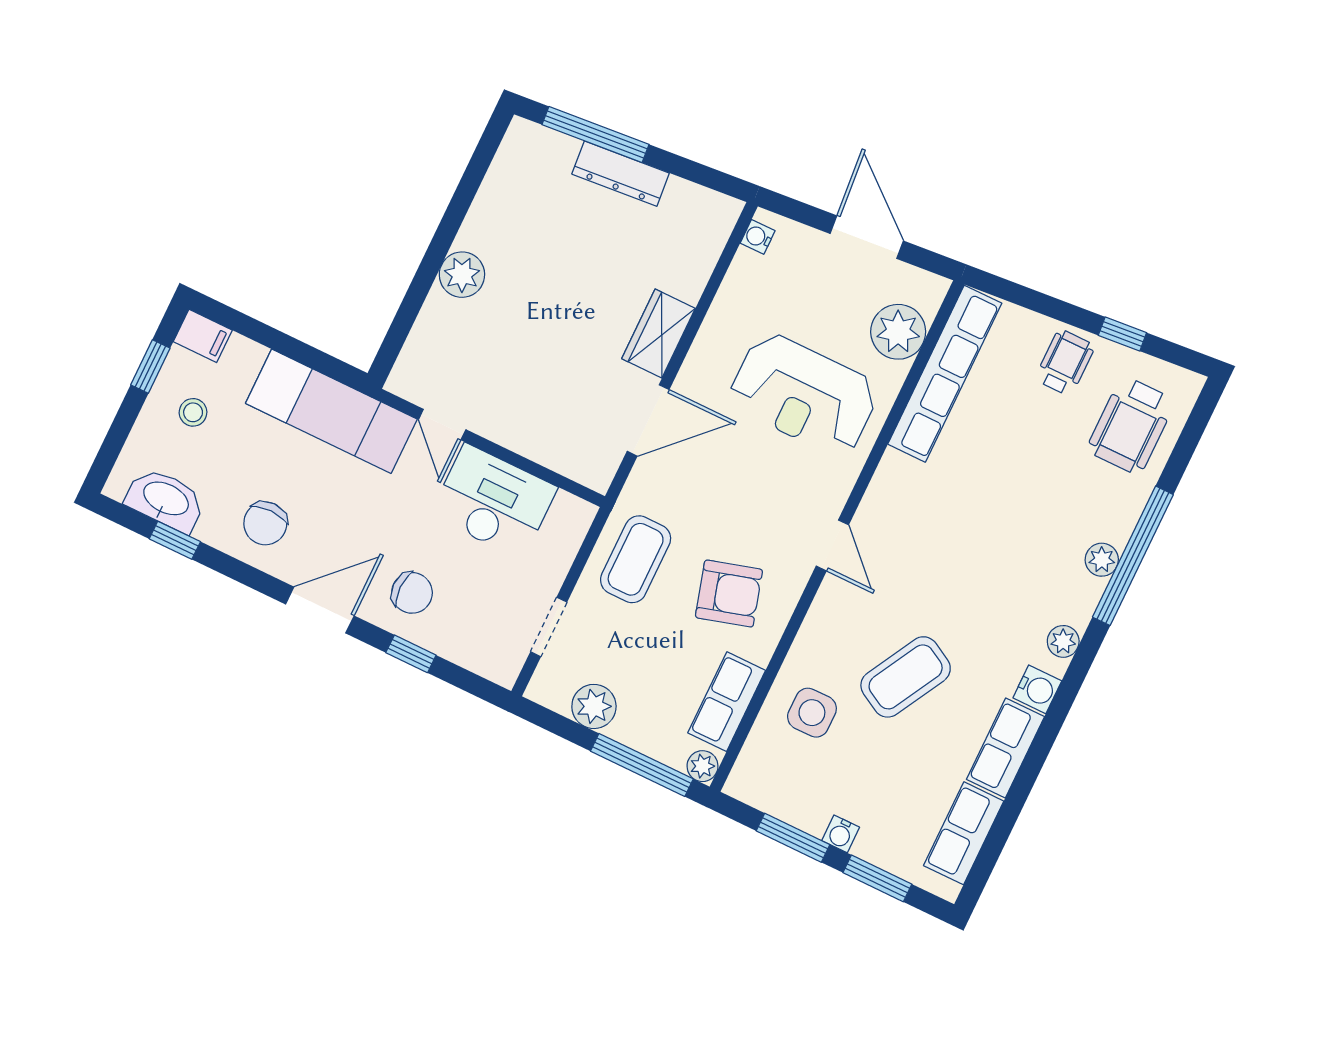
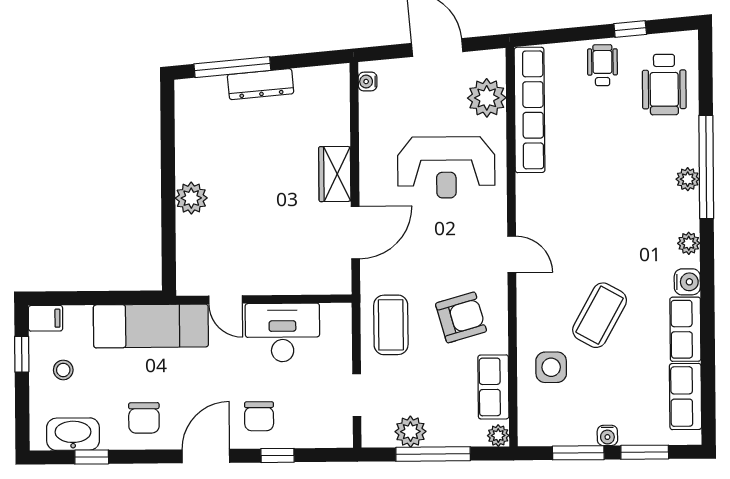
chair: (412, 593) -> (259, 416), turned 90
window: (642, 765) -> (433, 454), moved

